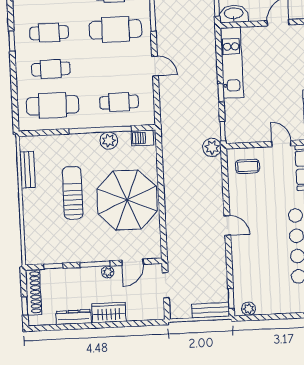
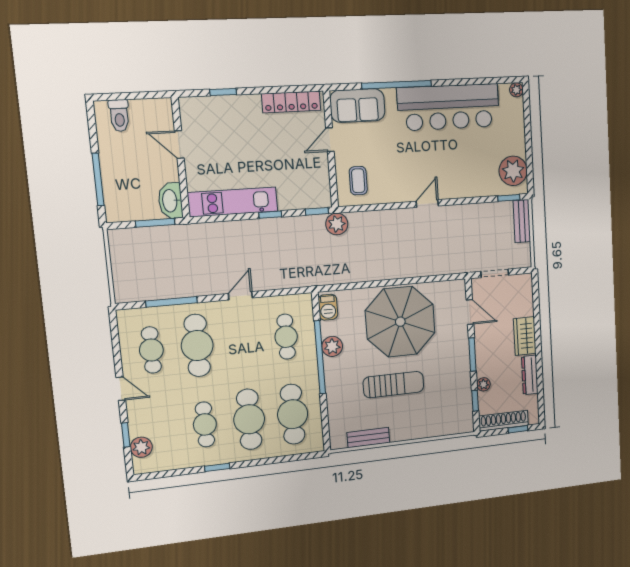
cafe table: (51, 69) -> (249, 419), width x1.37, depth x1.35
sun lounger: (73, 193) -> (394, 385), turned 180
plant: (108, 272) -> (483, 384), moved
plant: (249, 309) -> (513, 171), width x1.88, depth x1.88

